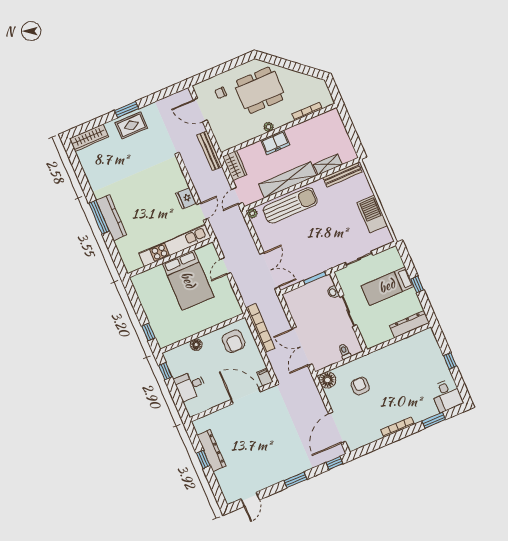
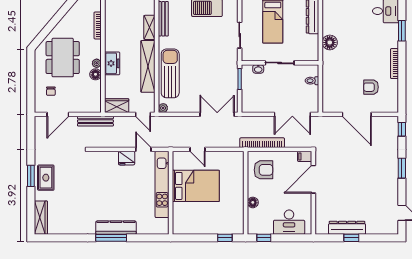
floor lamp: (257, 131) -> (95, 74), added
floor lamp: (328, 380) -> (330, 42), moved
desk: (190, 386) -> (289, 222), width x1.37
armchair: (360, 386) -> (371, 87), moved
door: (337, 428) -> (357, 114), moved

